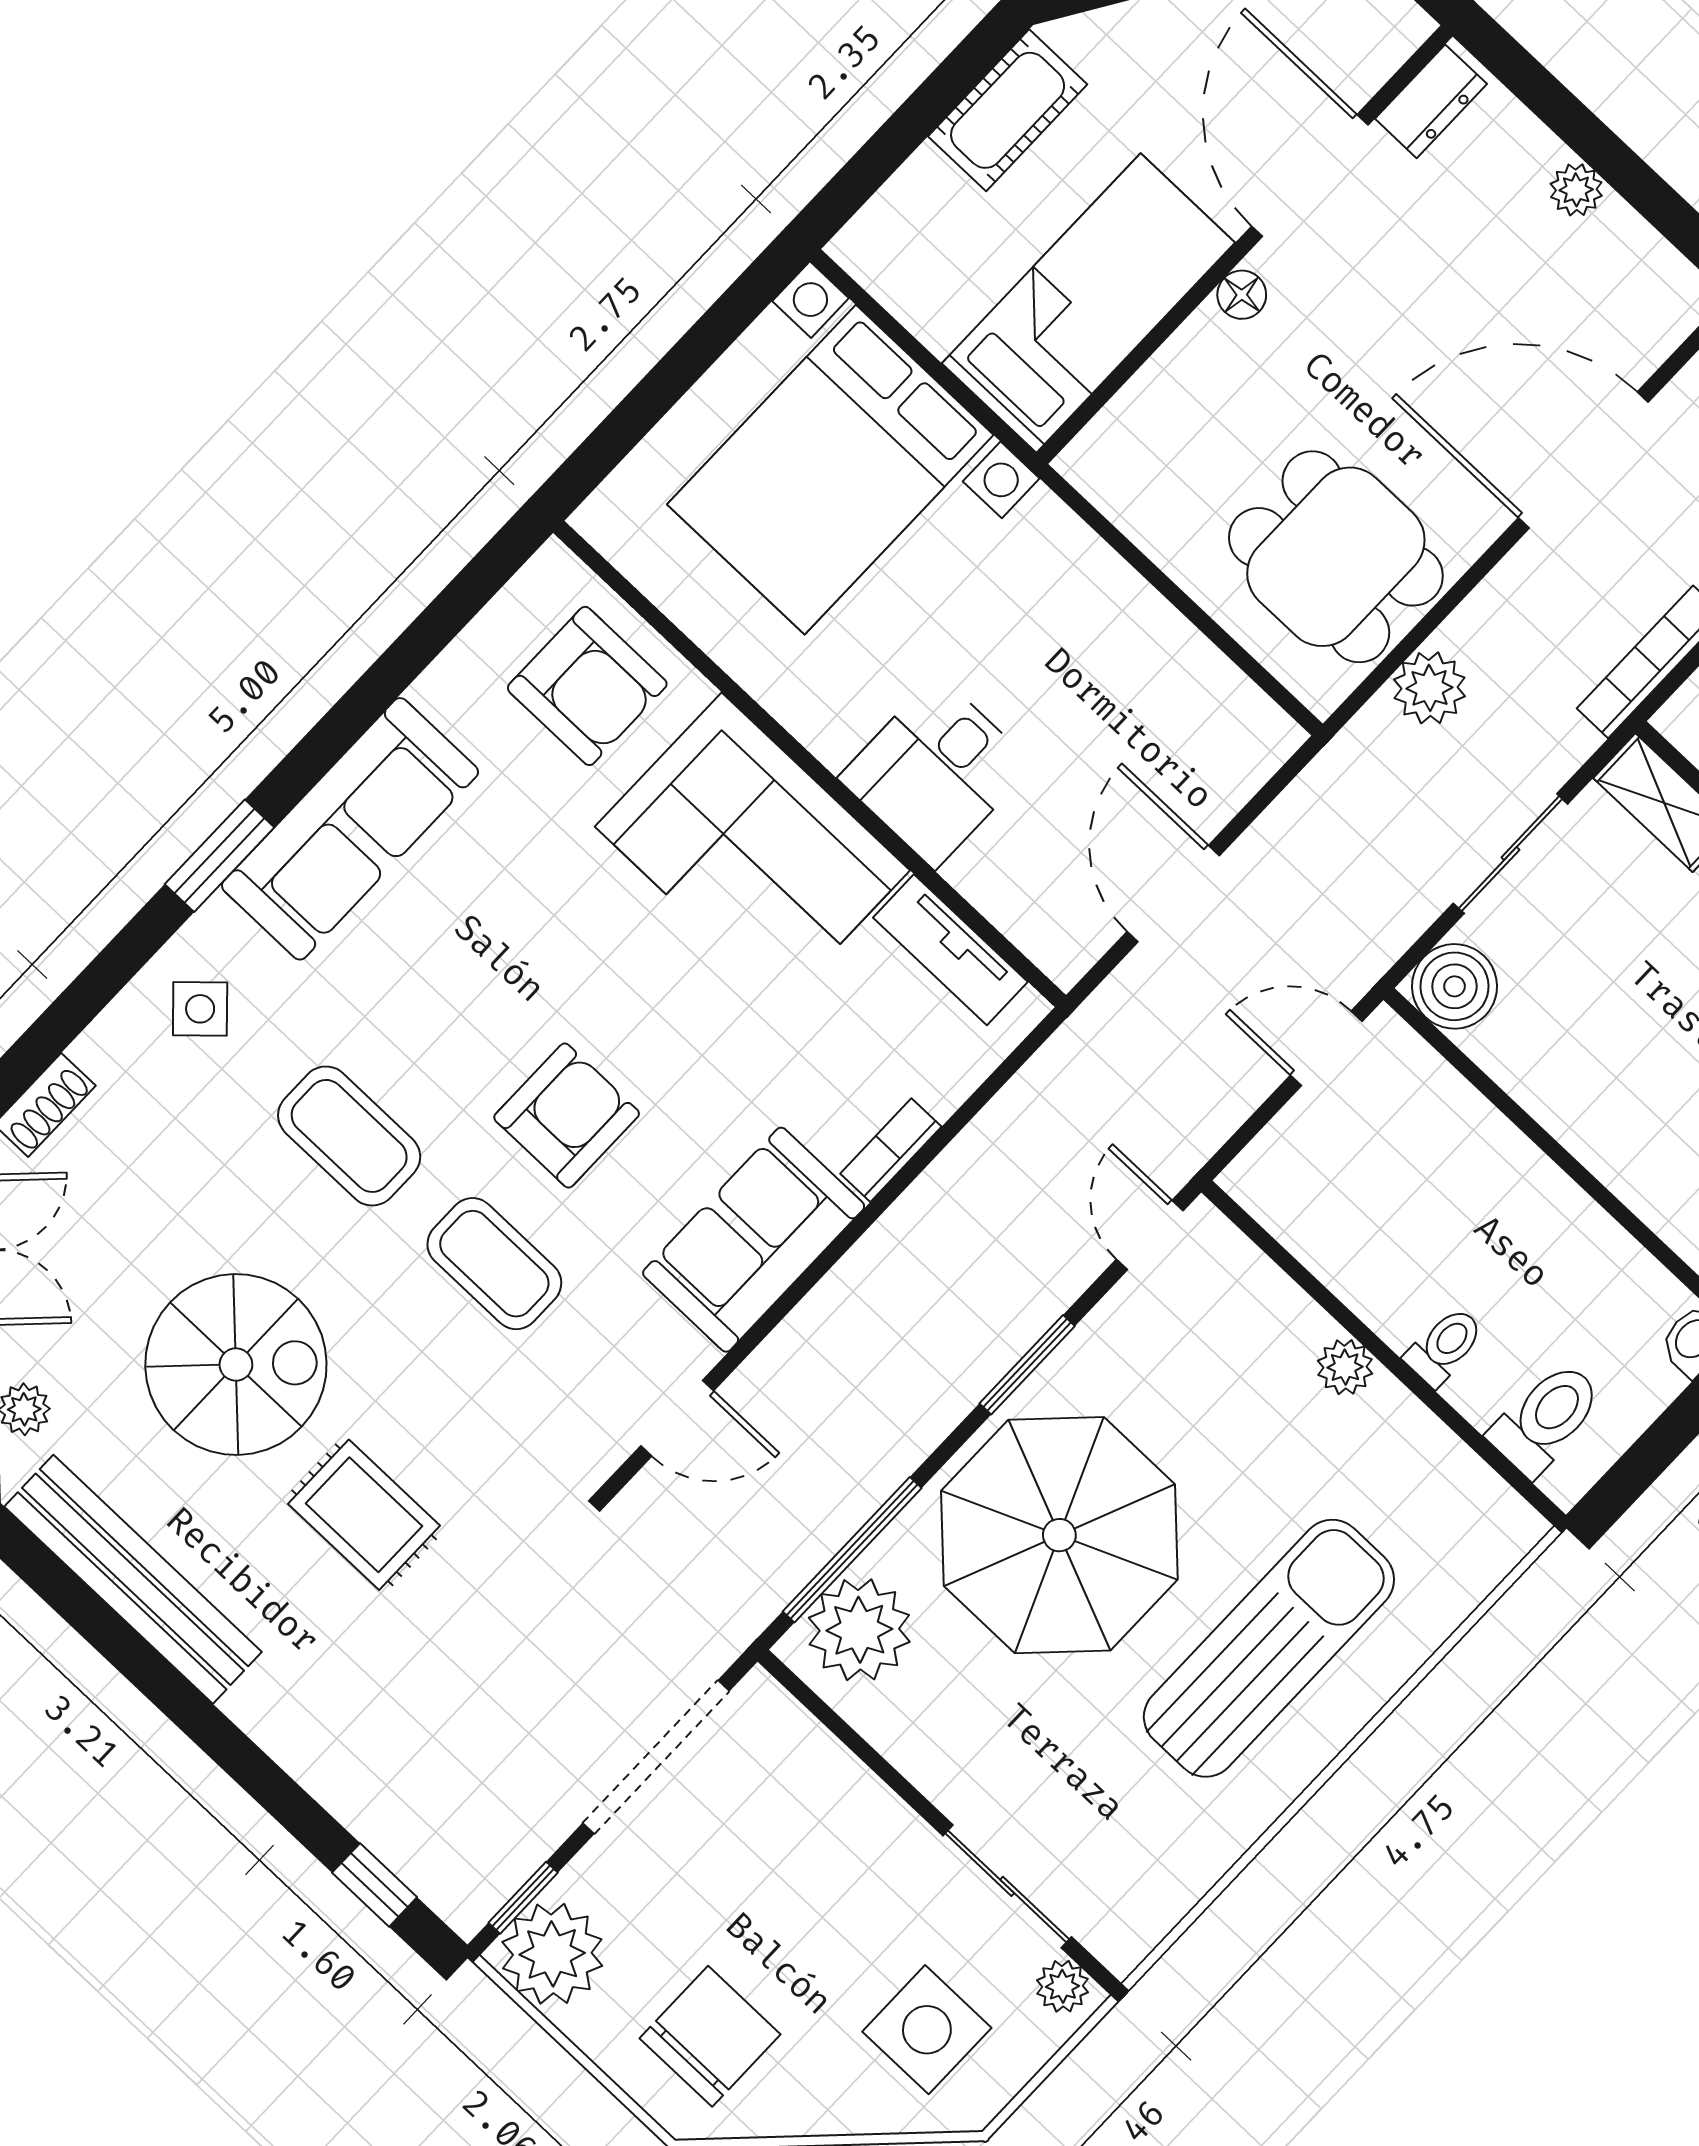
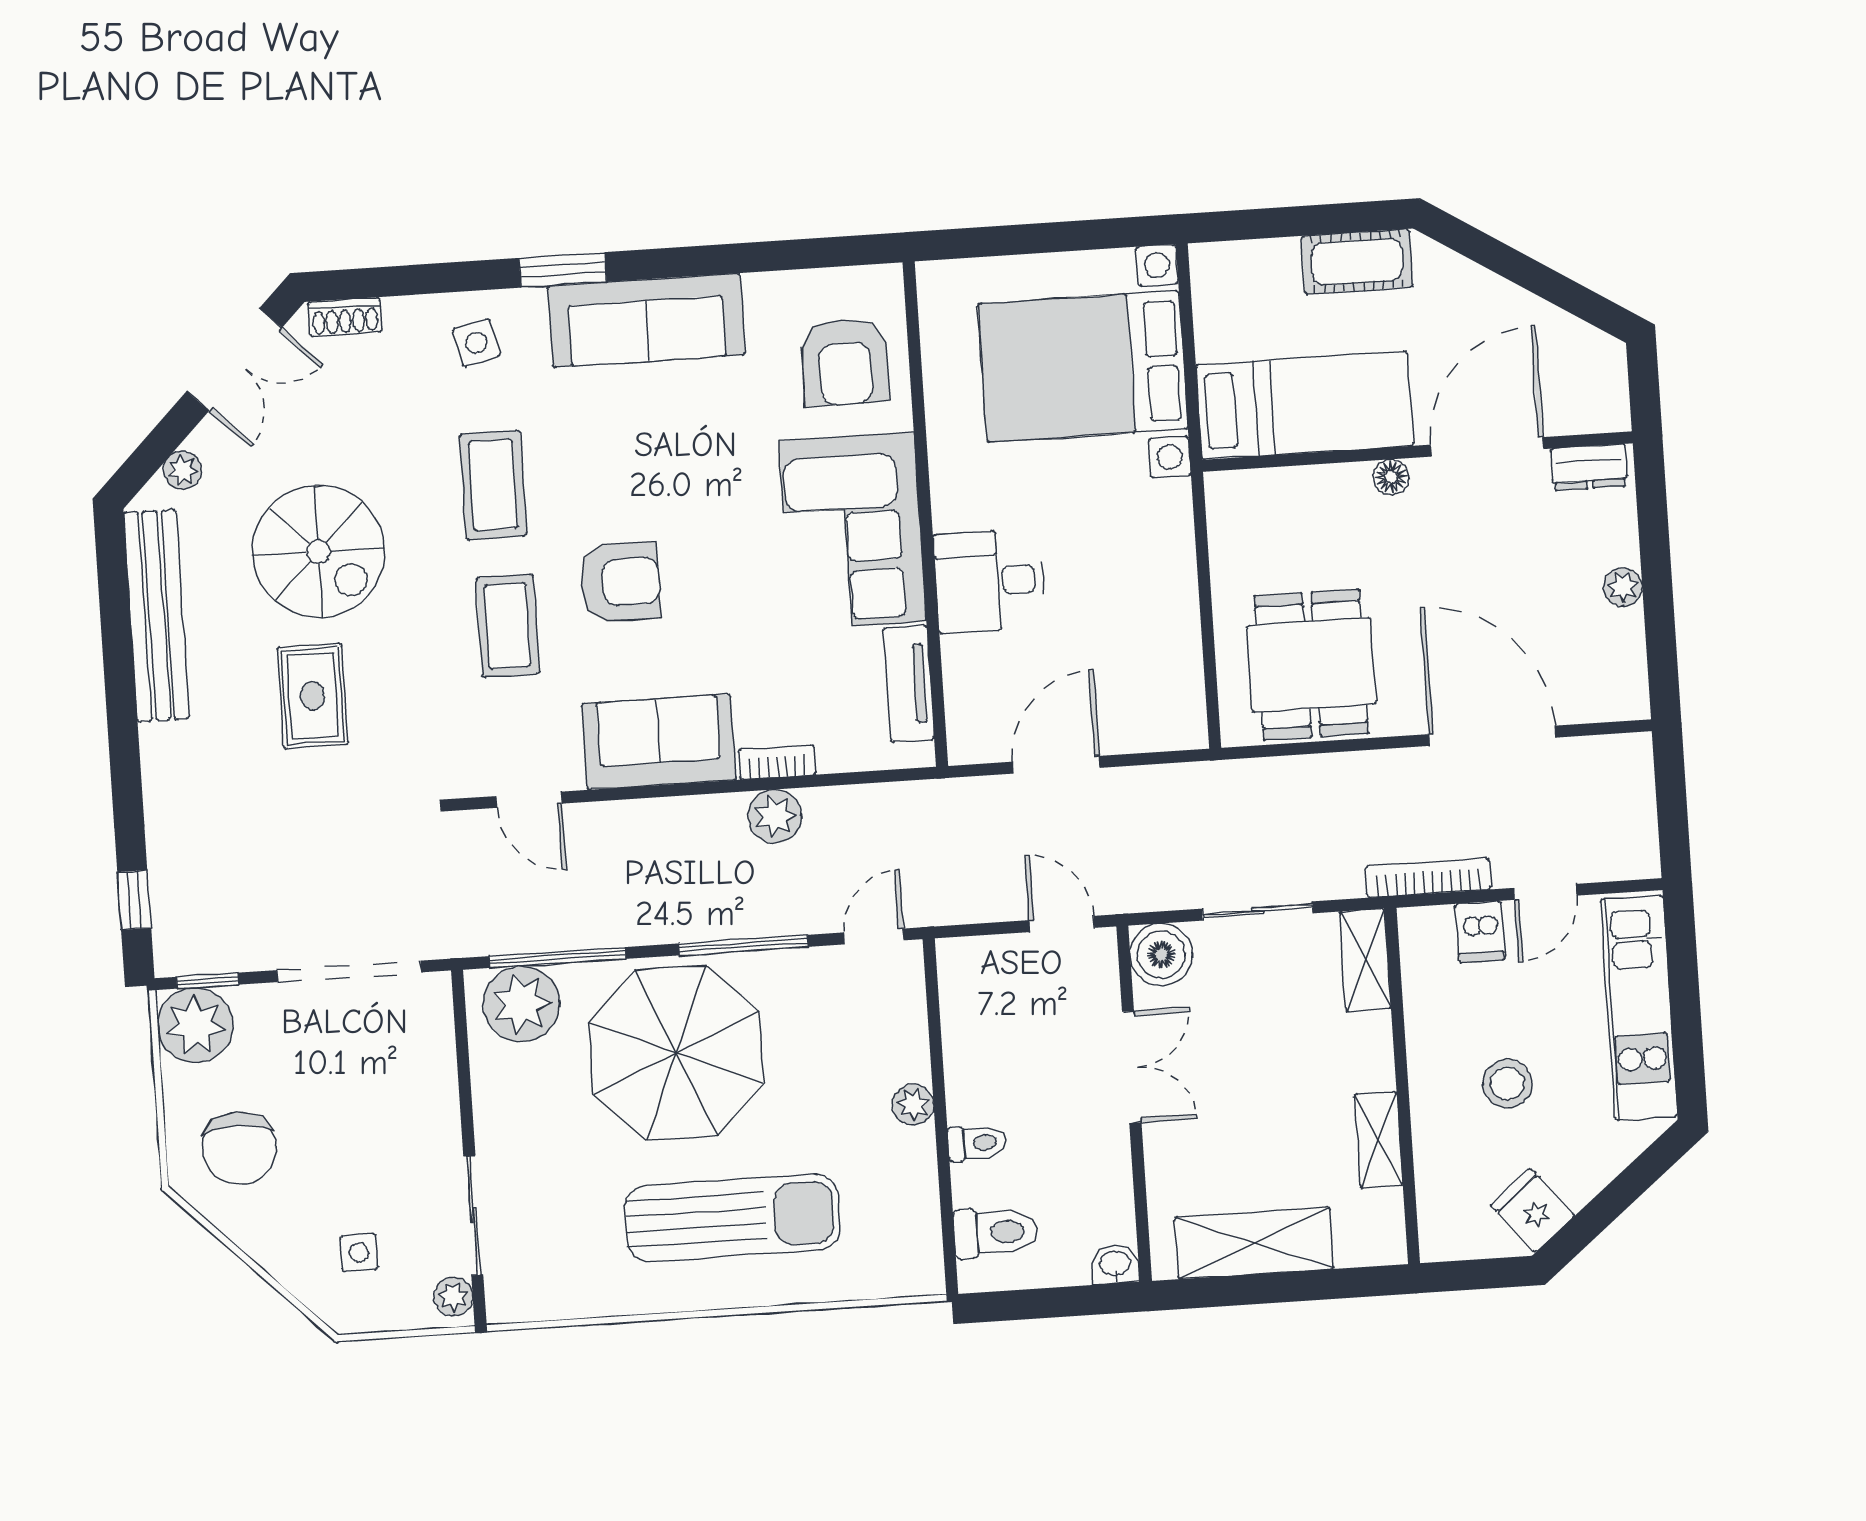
plant: (1430, 688) -> (775, 816), moved
side table: (200, 1009) -> (476, 343), turned 30
double door: (1529, 1127) -> (1132, 1067), added
window: (1027, 1365) -> (743, 945), width x1.44
side table: (927, 2030) -> (359, 1253), width x0.54, depth x0.54
chair: (710, 2036) -> (239, 1148), turned 90

